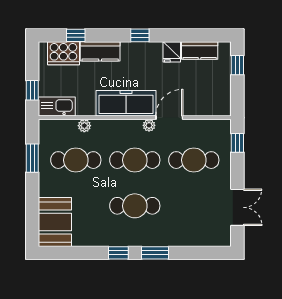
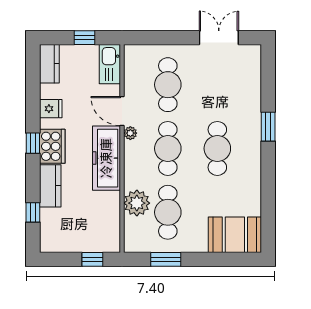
kitchen counter: (200, 51) -> (49, 64), moved
cooker: (63, 53) -> (52, 146), moved
window: (237, 65) -> (85, 38), moved
kitchen sink: (57, 106) -> (110, 64), moved
plant: (84, 126) -> (137, 203), width x1.88, depth x1.88
window: (237, 143) -> (149, 38), removed
window: (118, 253) -> (268, 166), removed

